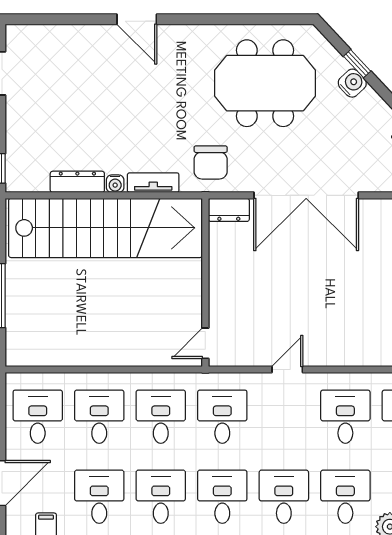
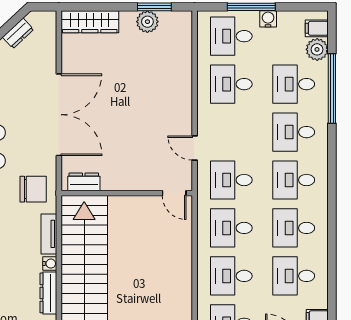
dresser: (229, 210) -> (84, 182), moved, turned -90
door: (287, 370) -> (195, 148), moved

